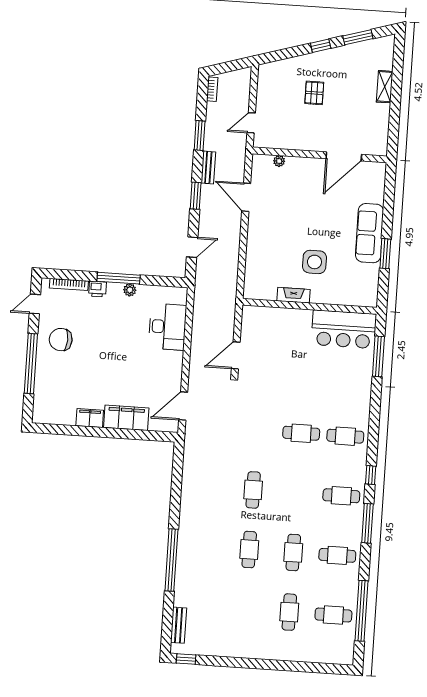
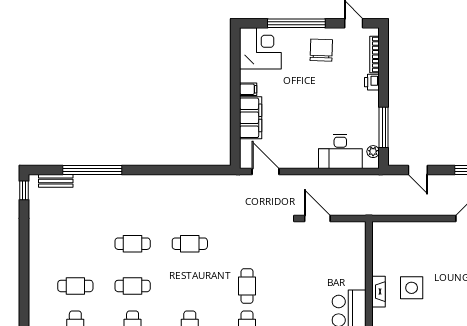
window: (119, 278) -> (384, 127), moved
plant: (130, 290) -> (373, 152), moved
fireplace: (294, 295) -> (378, 292), moved
corner desk: (55, 403) -> (260, 48), added
filing cabinet: (90, 418) -> (248, 89), width x0.50
window: (171, 560) -> (92, 170), moved

